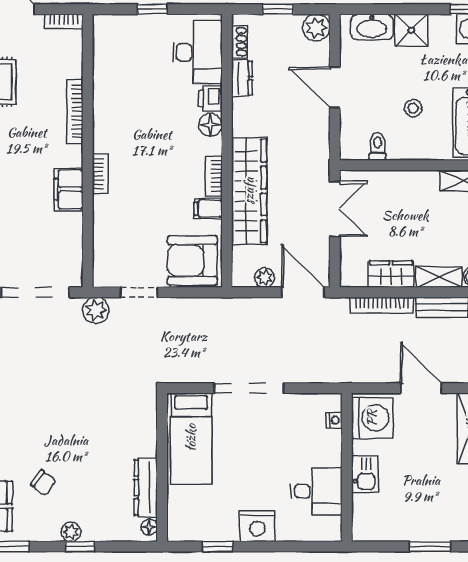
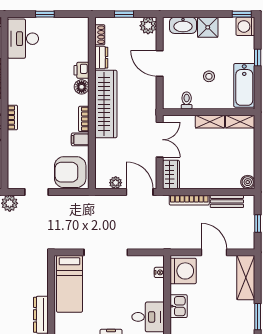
desk: (197, 52) -> (23, 39), moved, turned 180
wardrobe: (249, 191) -> (106, 104), moved
wardrobe: (391, 274) -> (171, 175), moved, turned 90
shelving: (439, 277) -> (210, 122), moved

